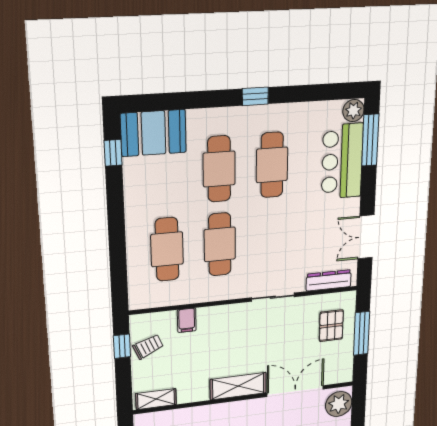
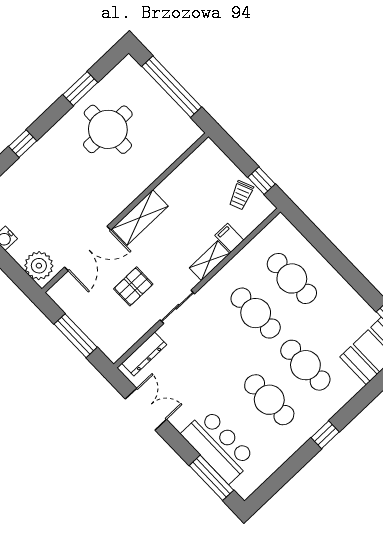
plant: (353, 110) -> (244, 486), removed
pallet: (331, 326) -> (133, 286), moved, turned 90
shelving: (156, 399) -> (210, 261), moved

